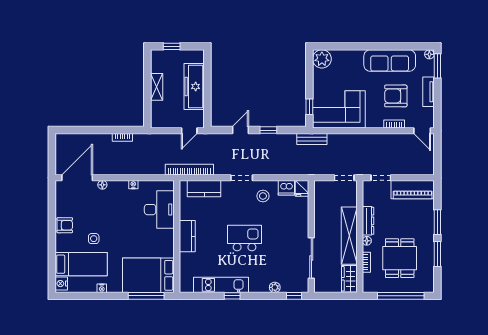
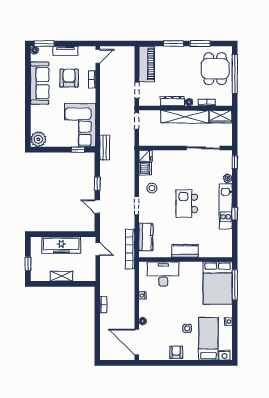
armchair: (396, 96) -> (69, 78), turned 180
dining table: (400, 258) -> (215, 69), moved, turned 90
kitchen unit: (221, 285) -> (226, 206), moved

